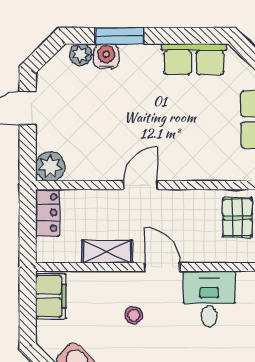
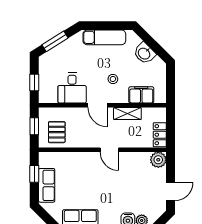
door: (140, 185) -> (109, 150), hinge flipped
filing cabinet: (51, 296) -> (141, 95), moved, turned 90

